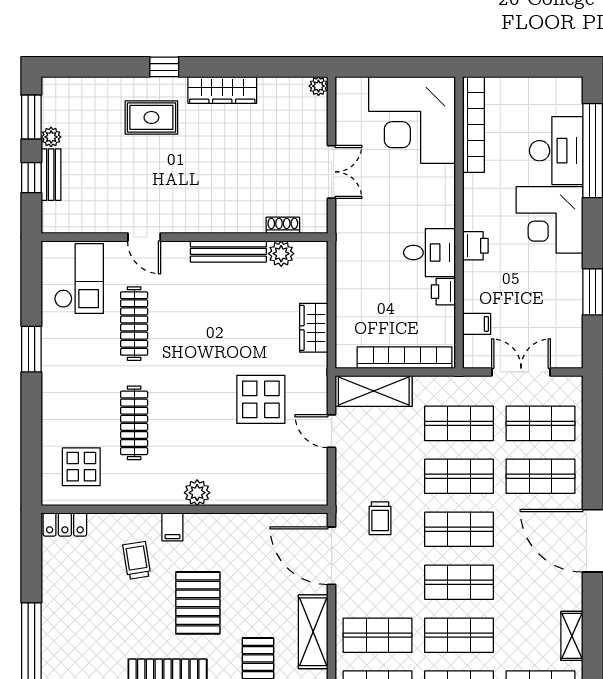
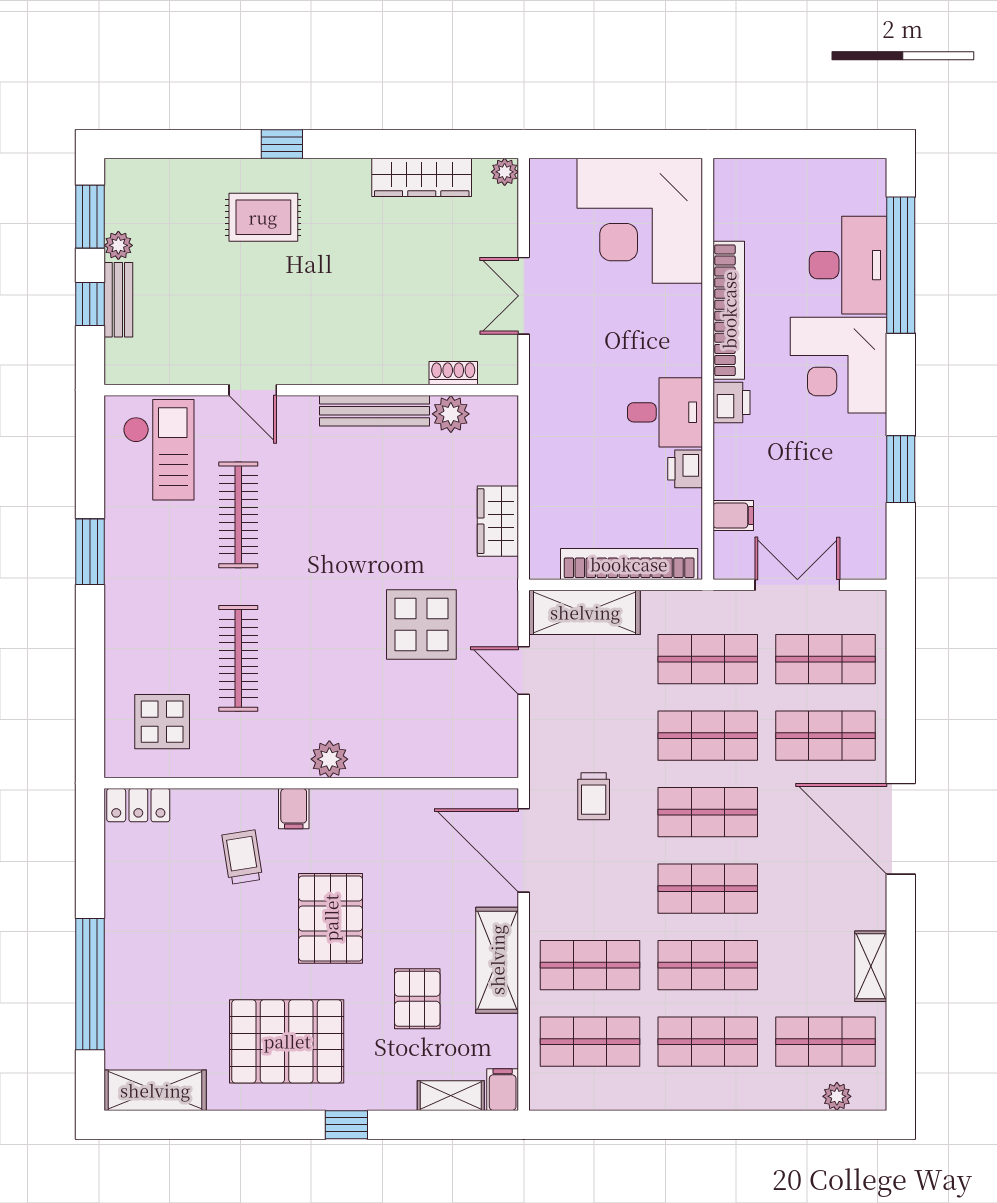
wardrobe: (222, 90) -> (422, 177), moved
bookcase: (474, 124) -> (729, 310), moved
double door: (332, 172) -> (524, 296), swing flipped

